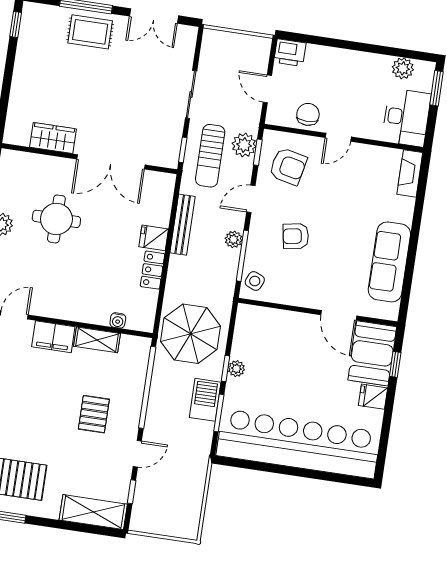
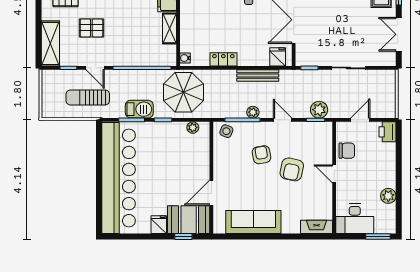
plant: (403, 68) -> (388, 196), moved
sun lounger: (210, 156) -> (88, 97), moved
armchair: (288, 166) -> (292, 169), moved
fridge: (154, 238) -> (278, 57), moved
water cooler: (118, 320) -> (185, 58), moved
plant: (236, 369) -> (193, 128), moved
pallet: (94, 414) -> (91, 28), moved

